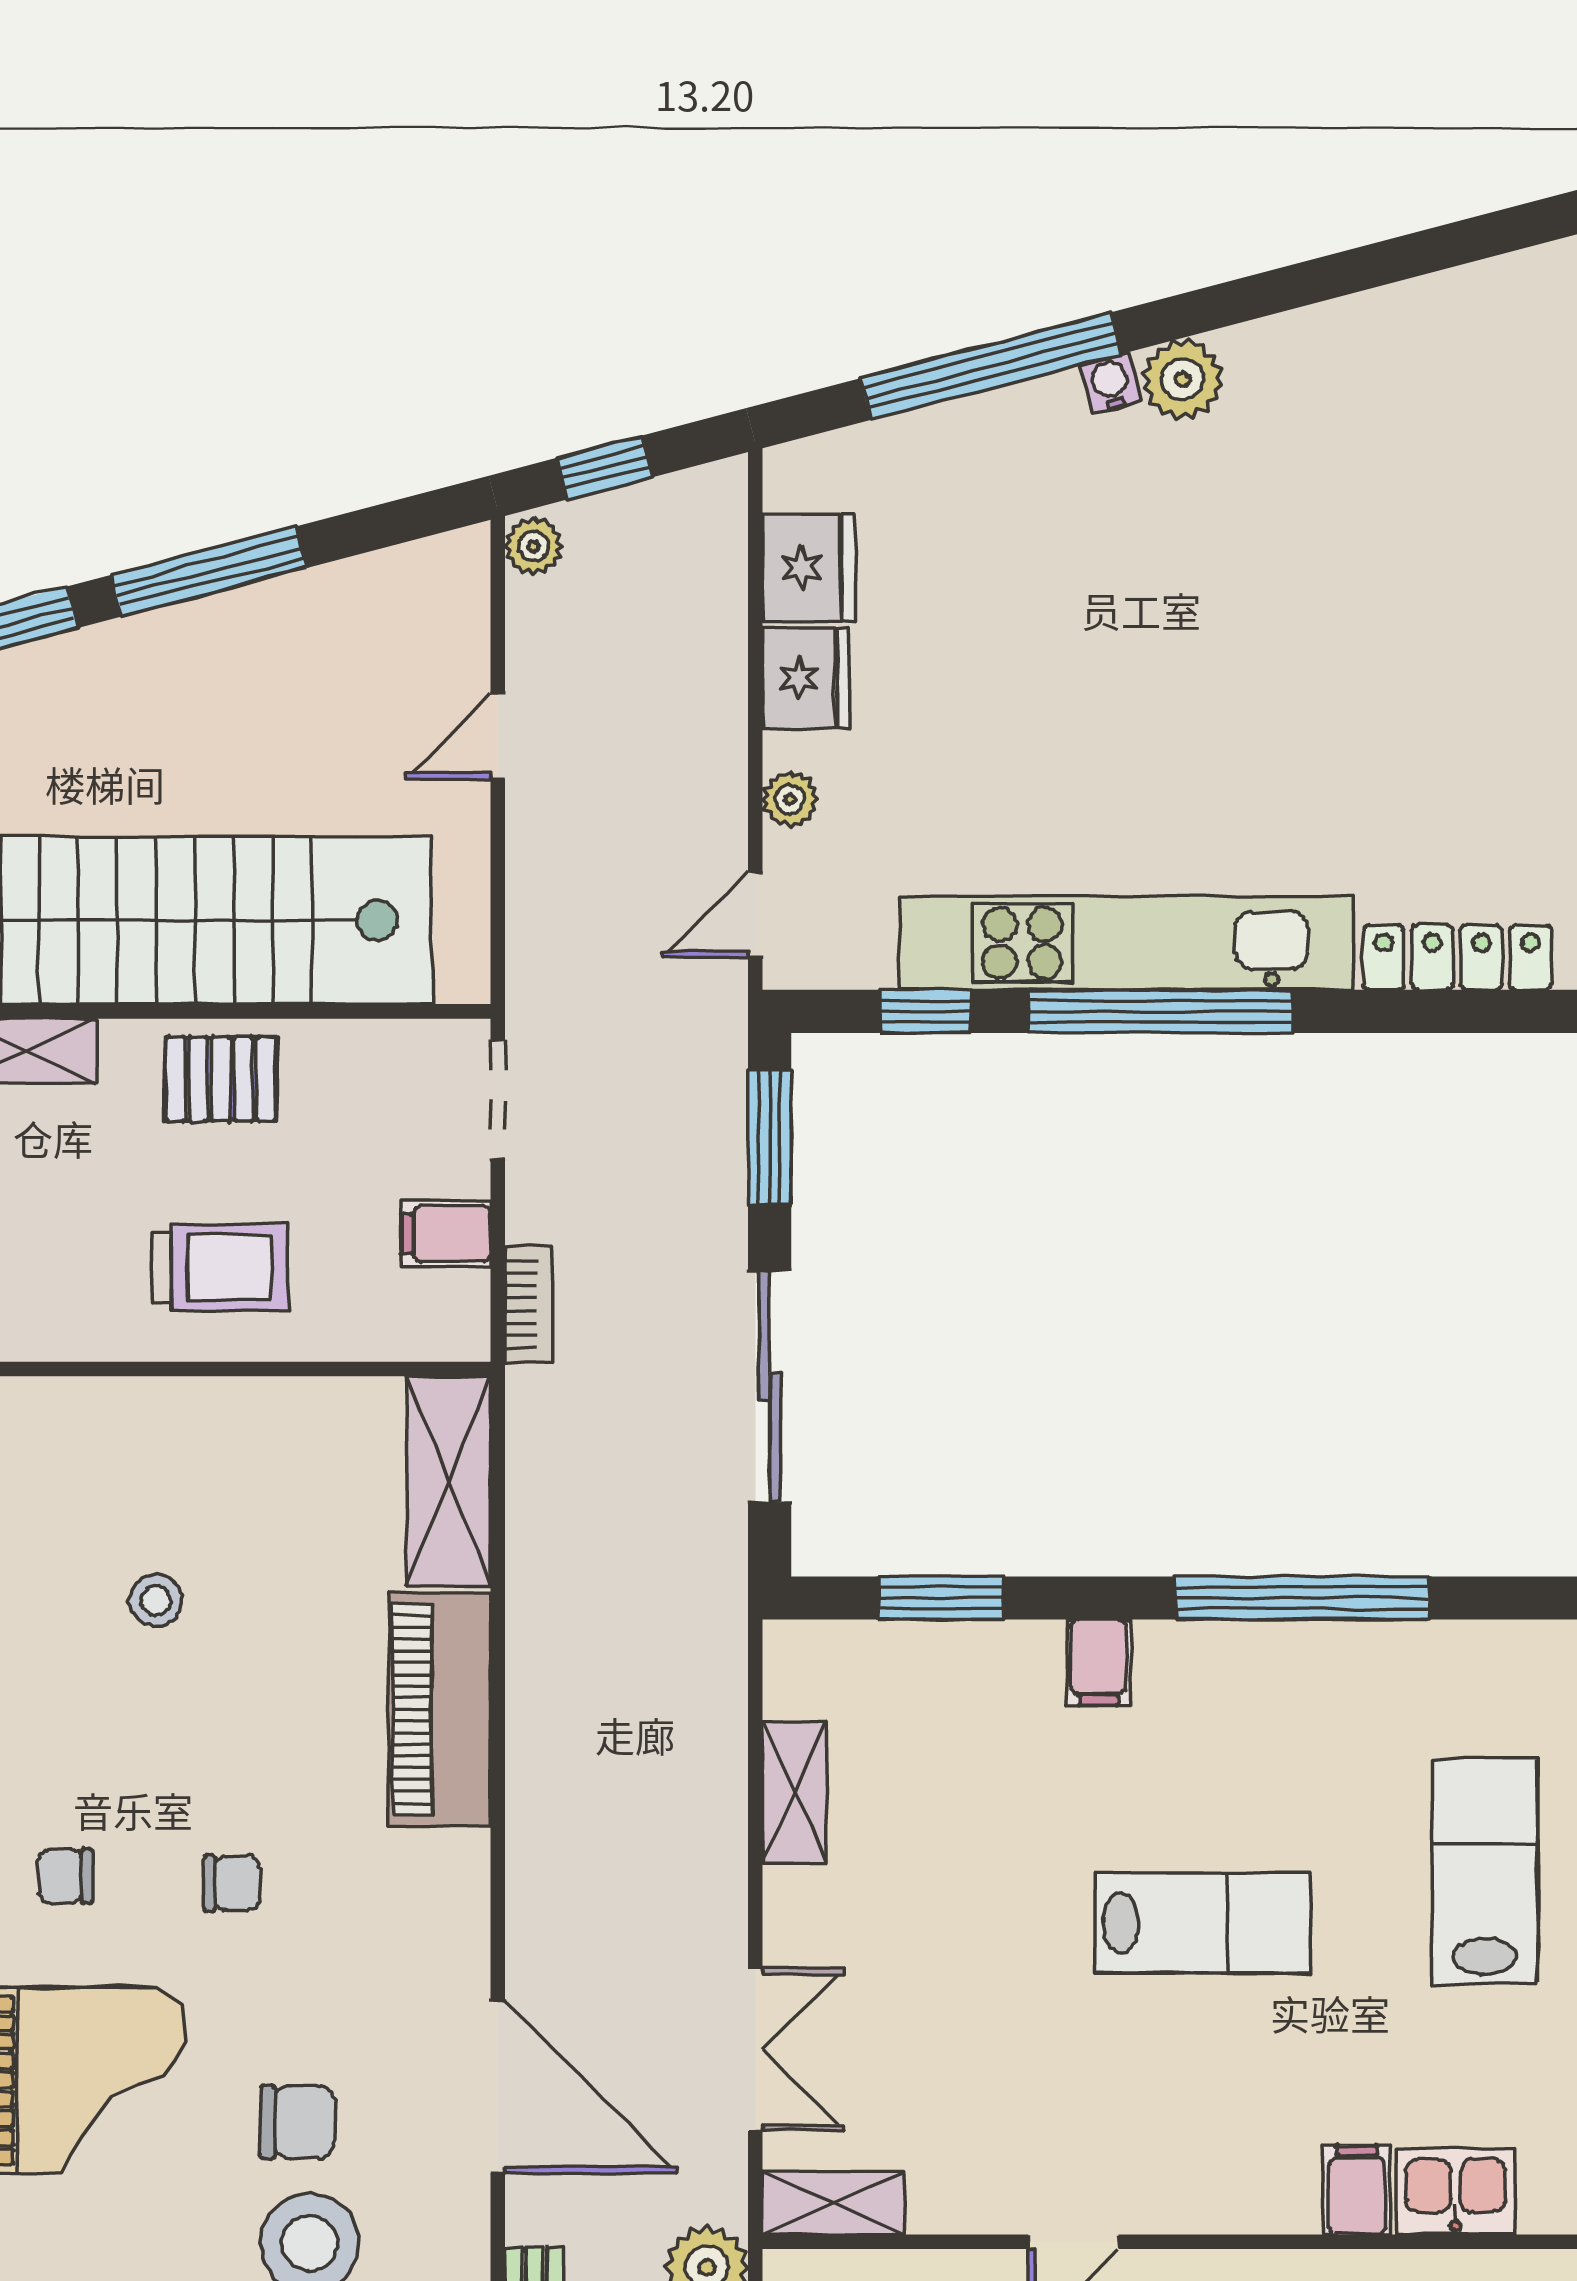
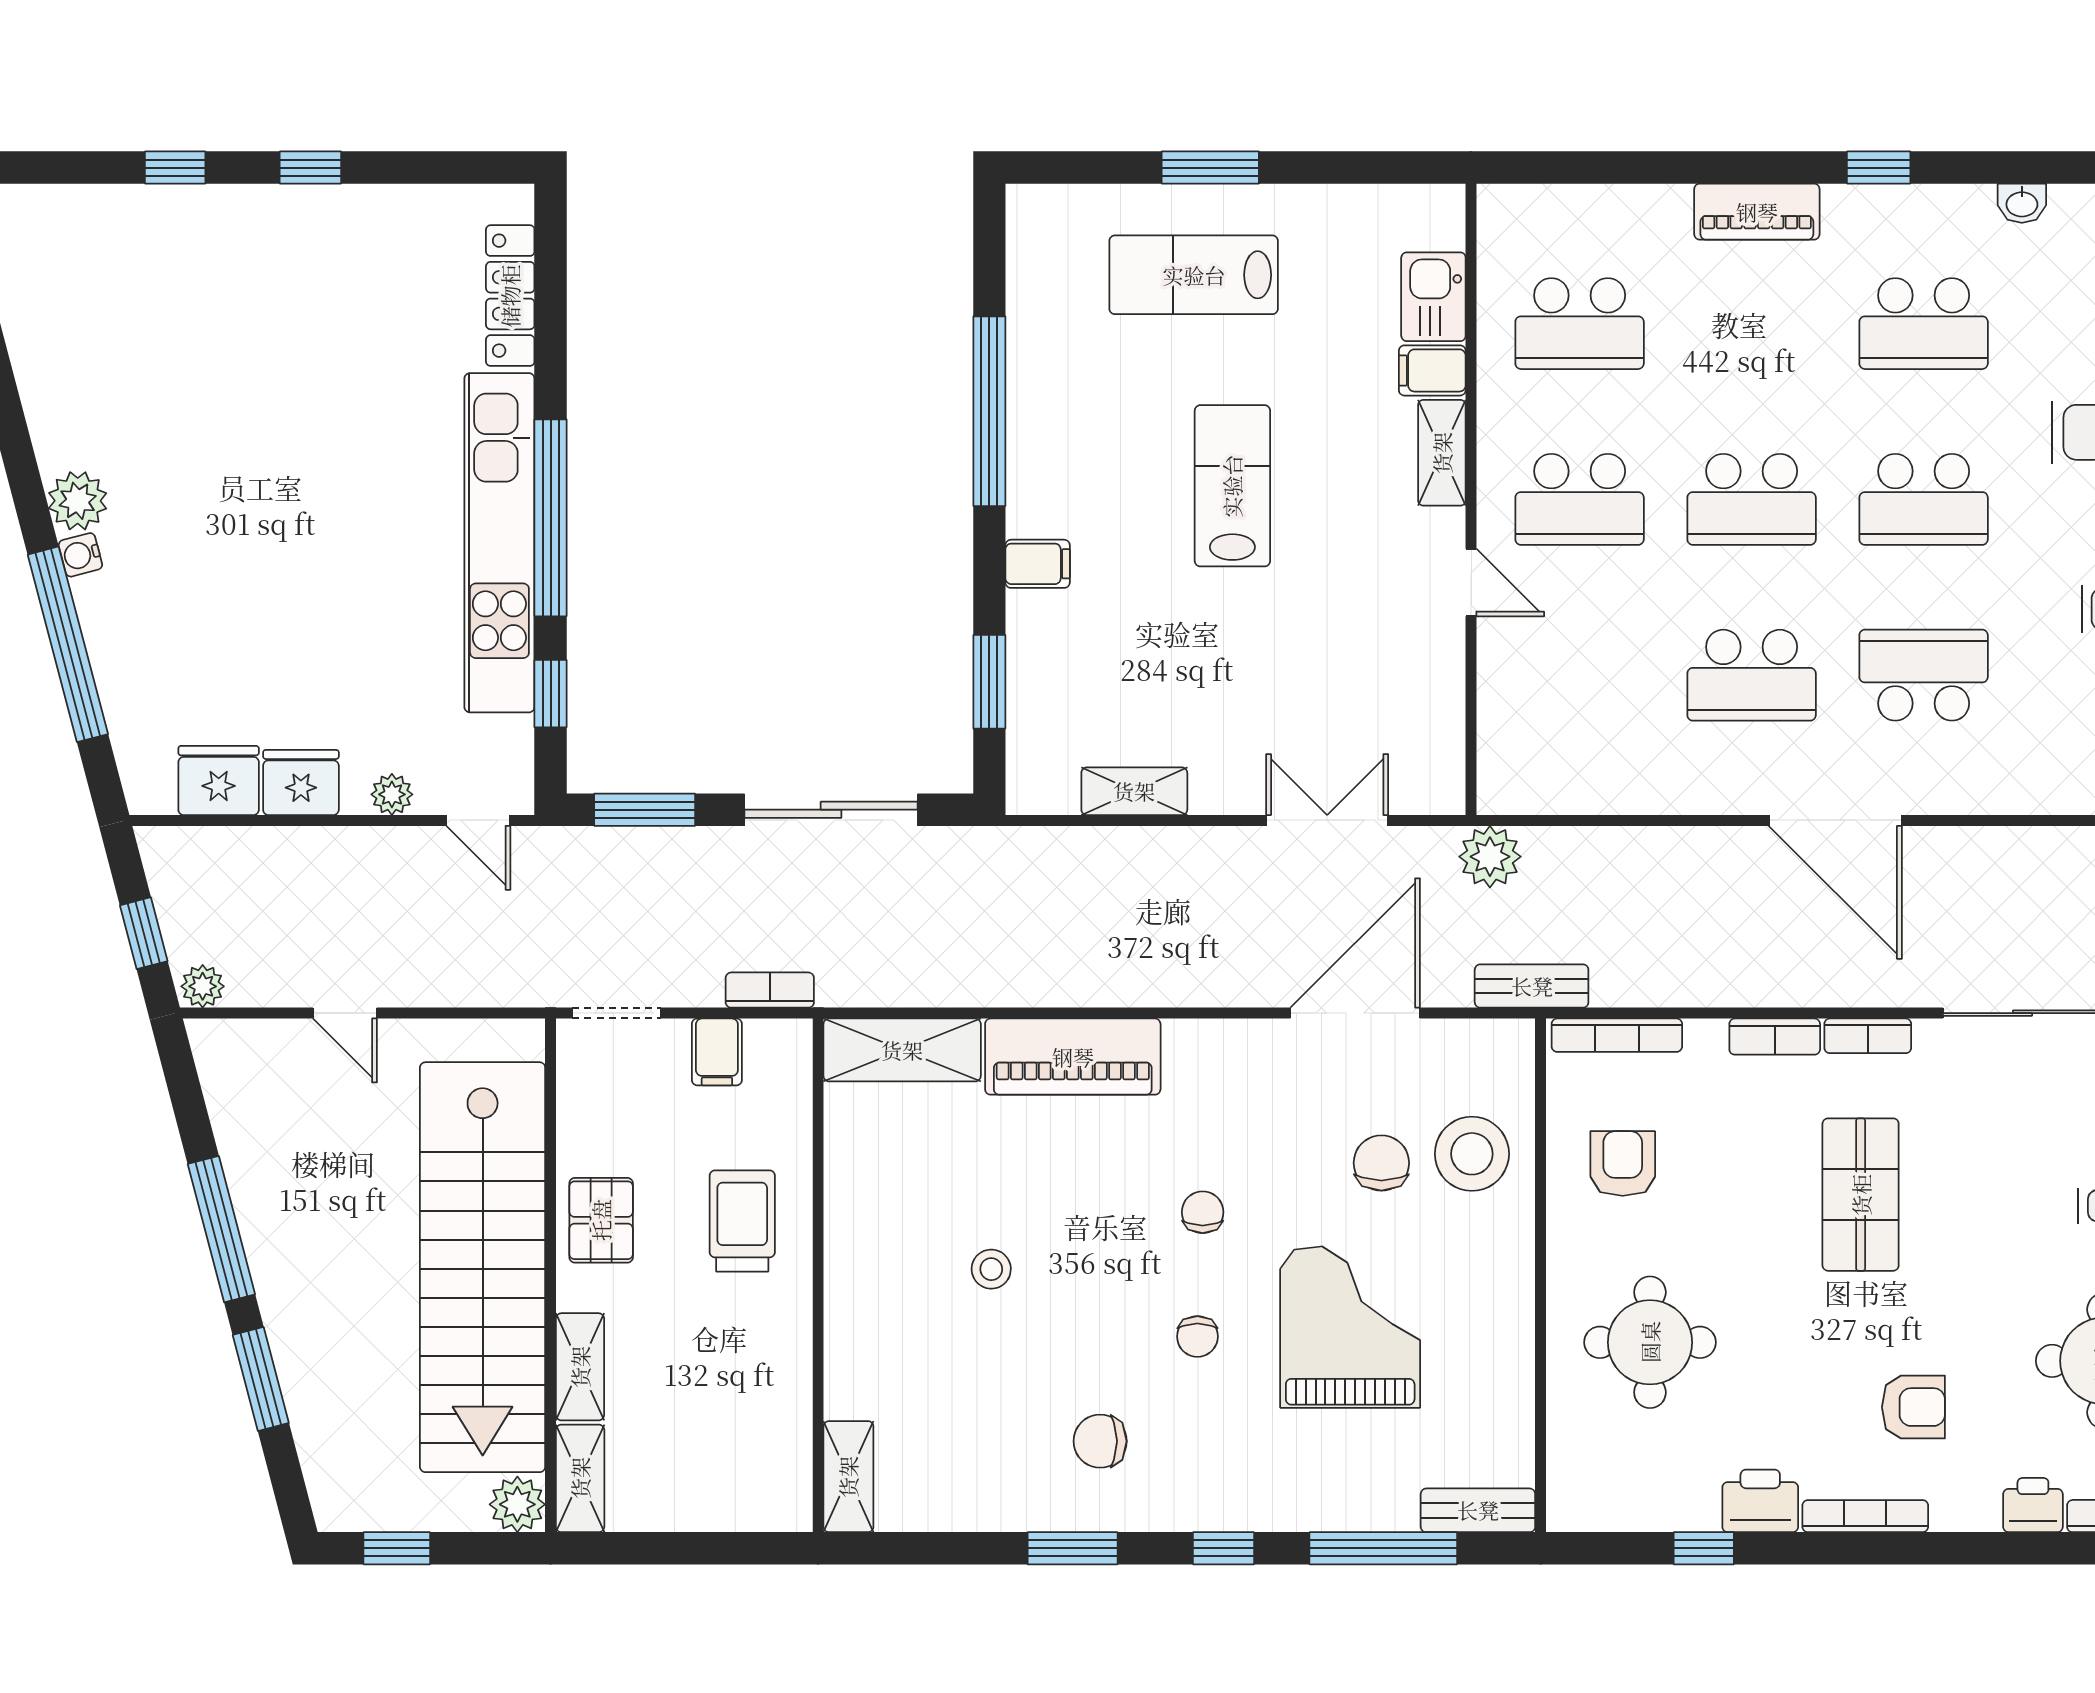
shelving: (833, 2203) -> (1442, 453), moved

